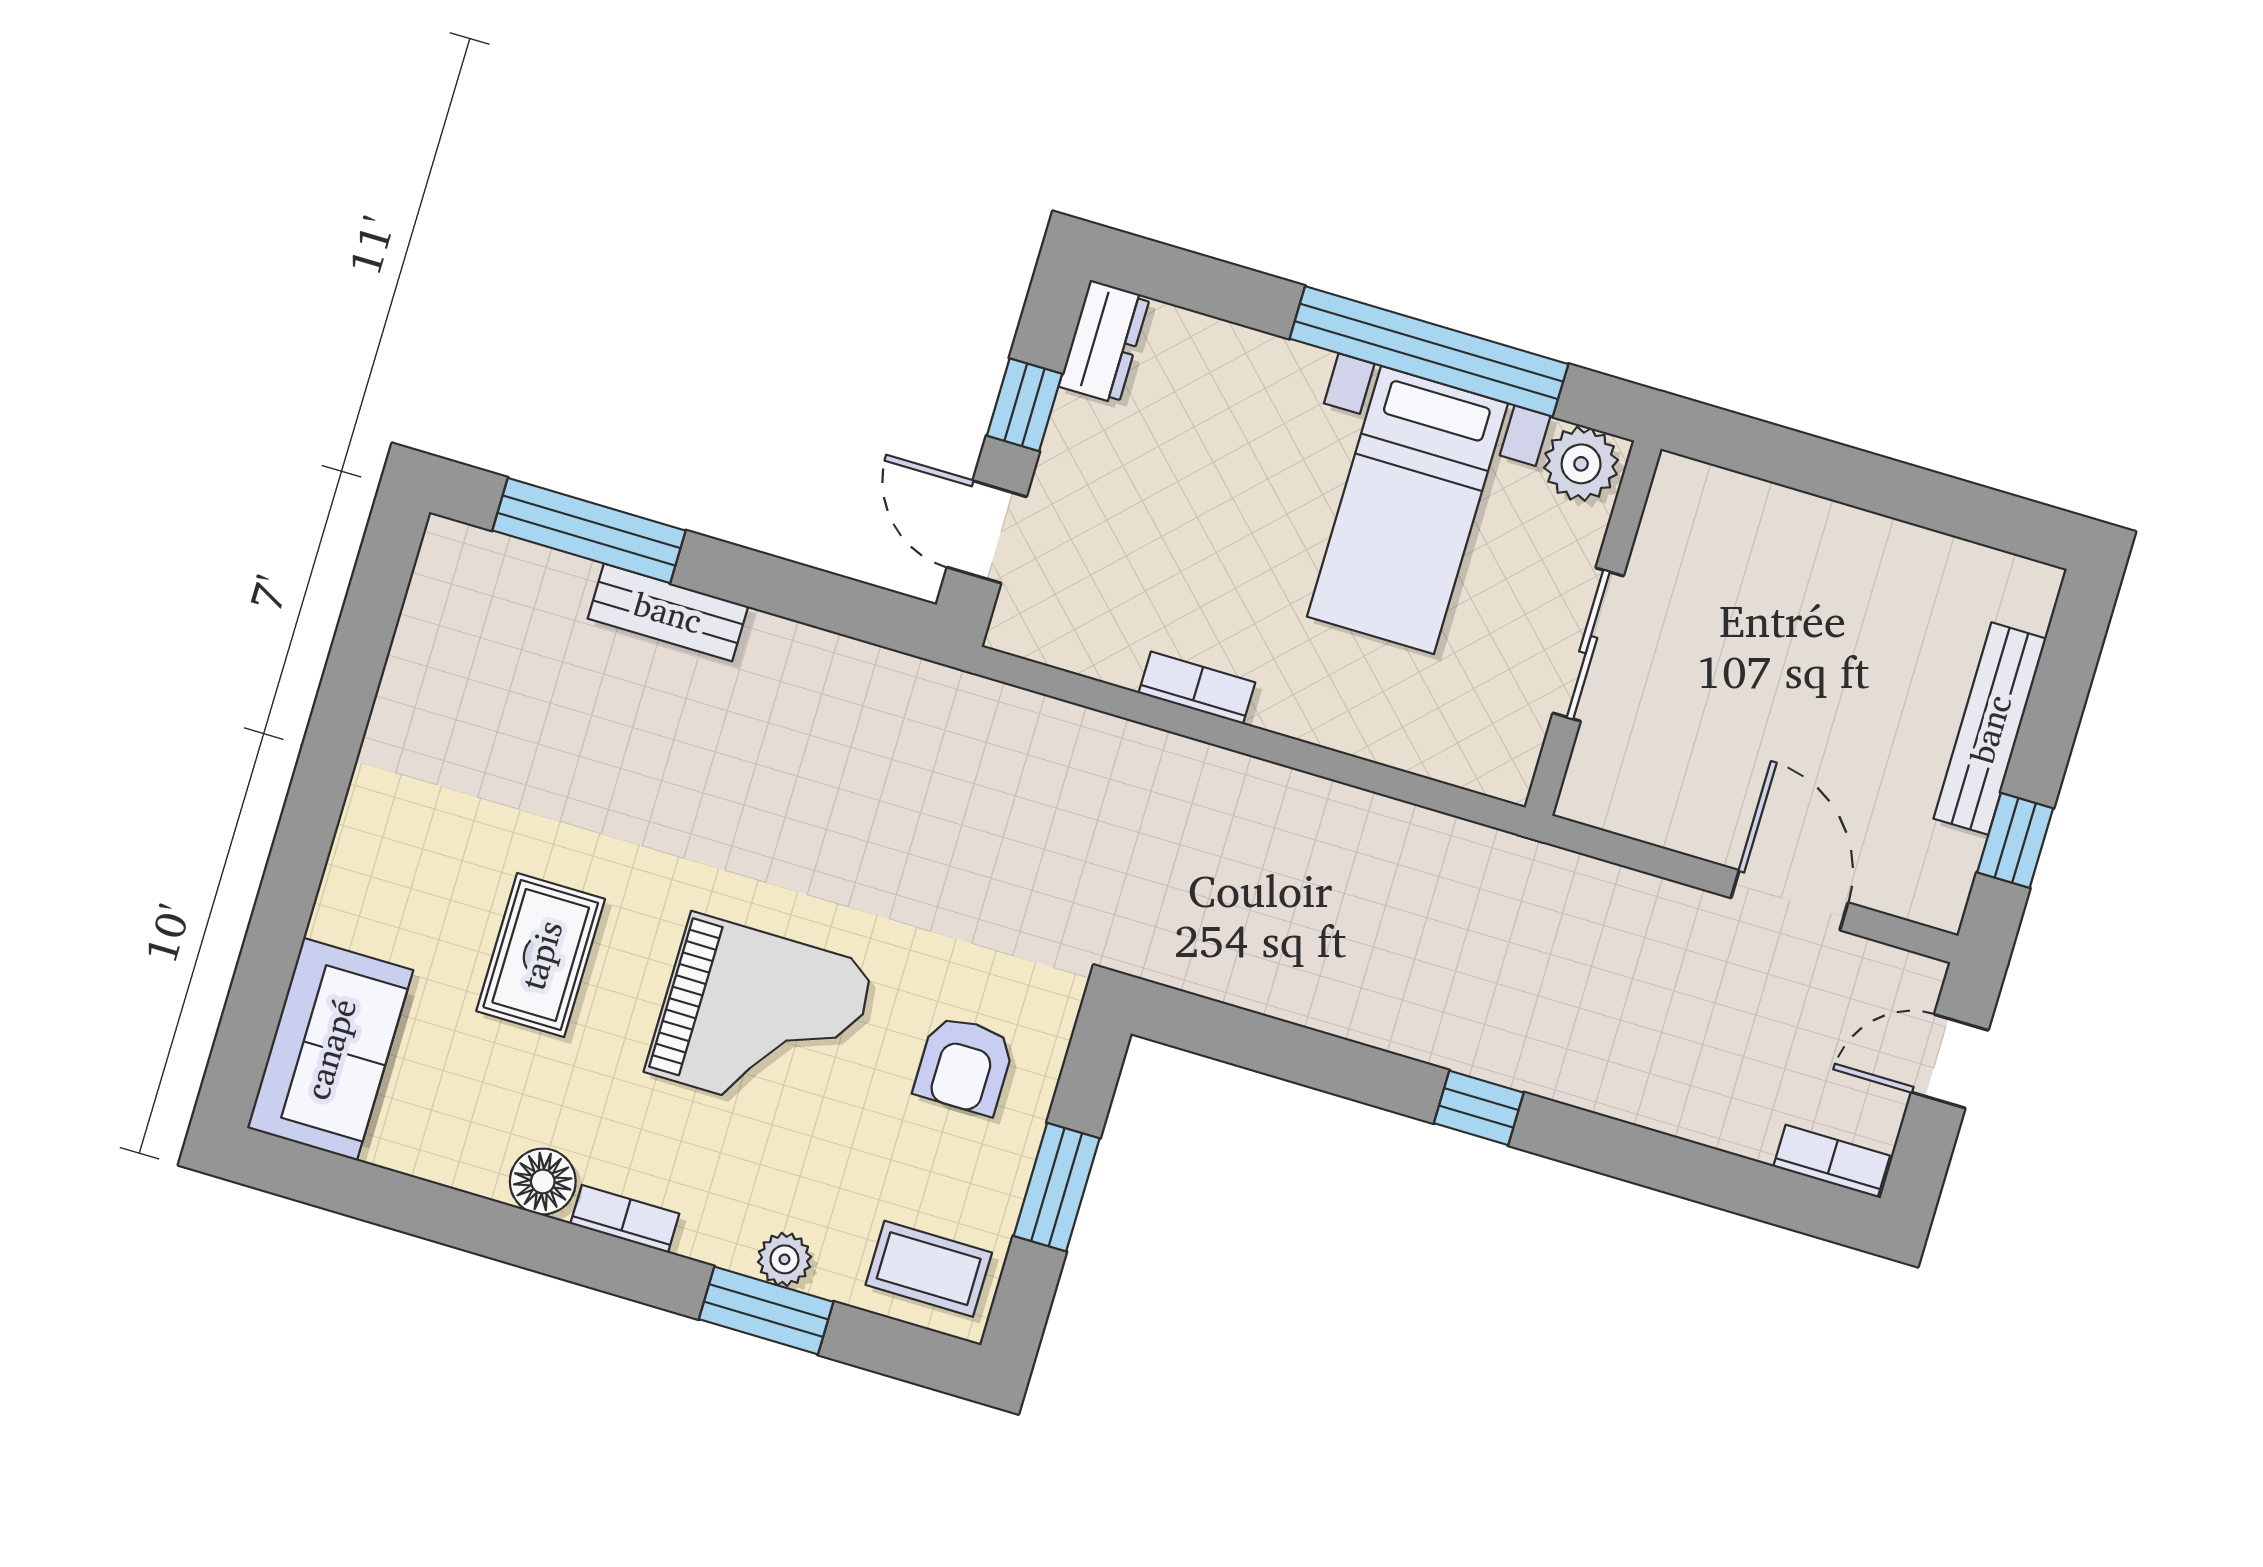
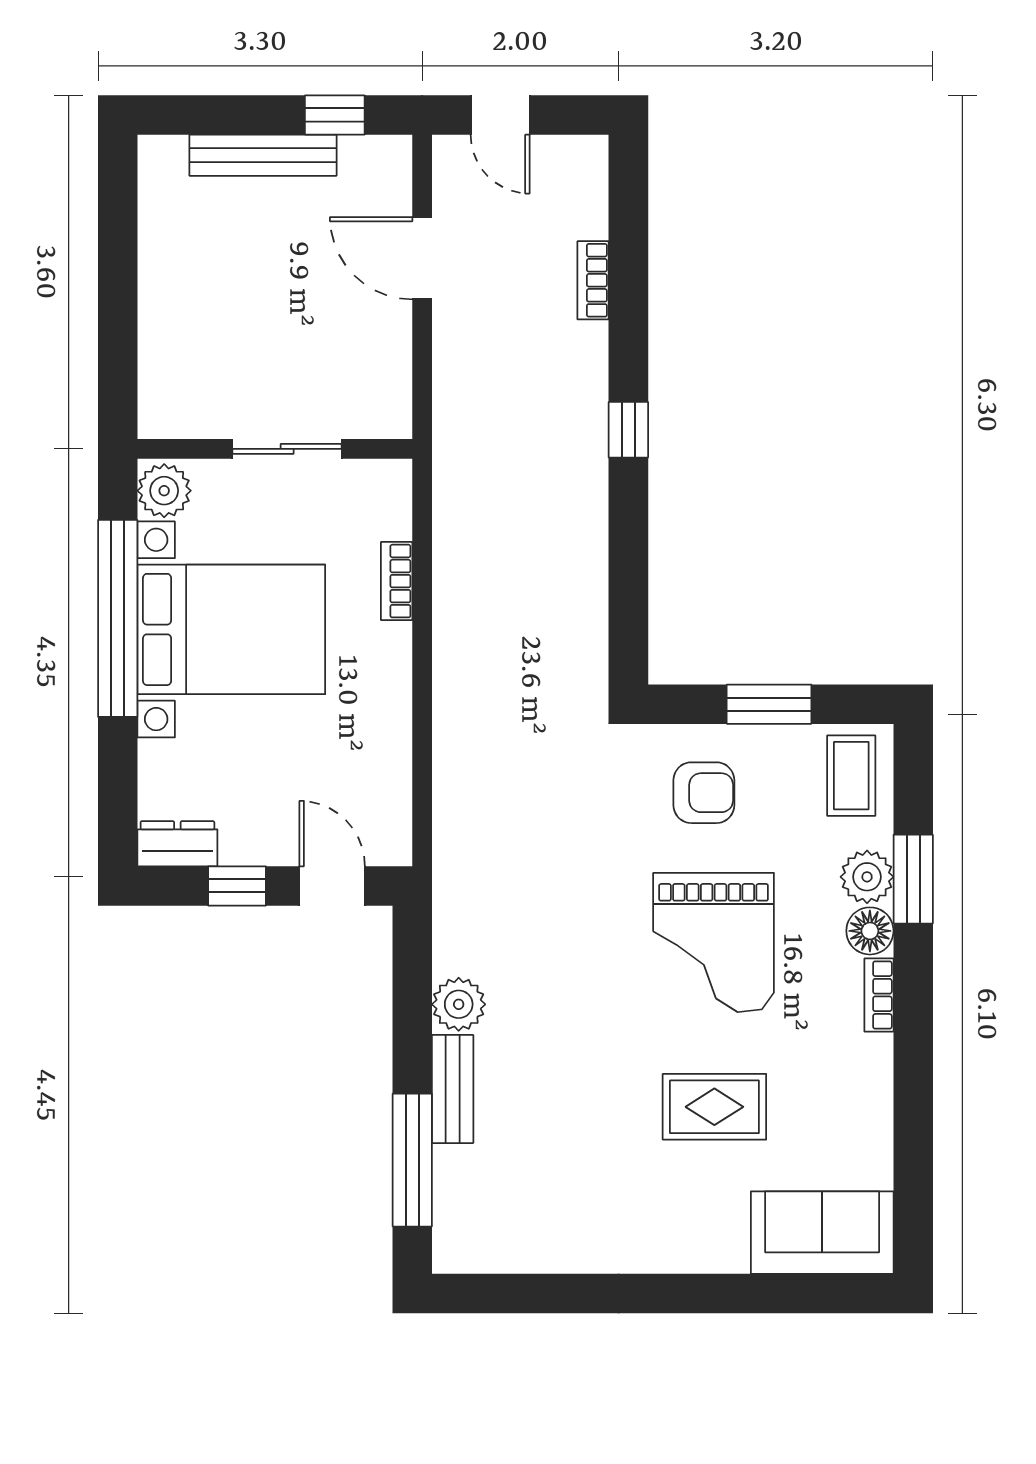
bed with nightstands: (1407, 510) -> (231, 629), width x1.36
door: (987, 532) -> (332, 886), swing flipped
plant: (779, 654) -> (459, 1004), added
bookcase: (1197, 688) -> (397, 581), moved
door: (1789, 900) -> (422, 258), hinge flipped
grand piano: (760, 1019) -> (714, 943), turned 180
bookcase: (1832, 1161) -> (593, 280), moved
floor lamp: (543, 1181) -> (870, 931), moved
plant: (784, 1259) -> (867, 877), width x1.38, depth x1.38

